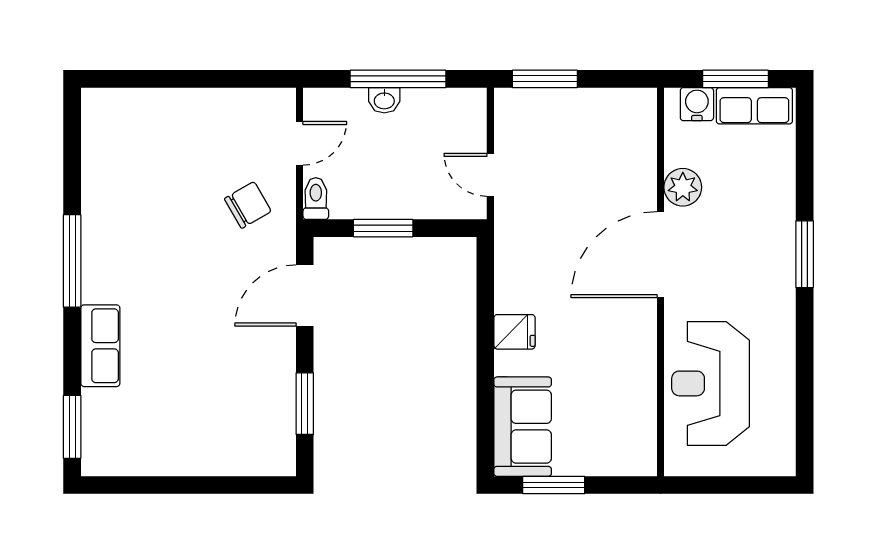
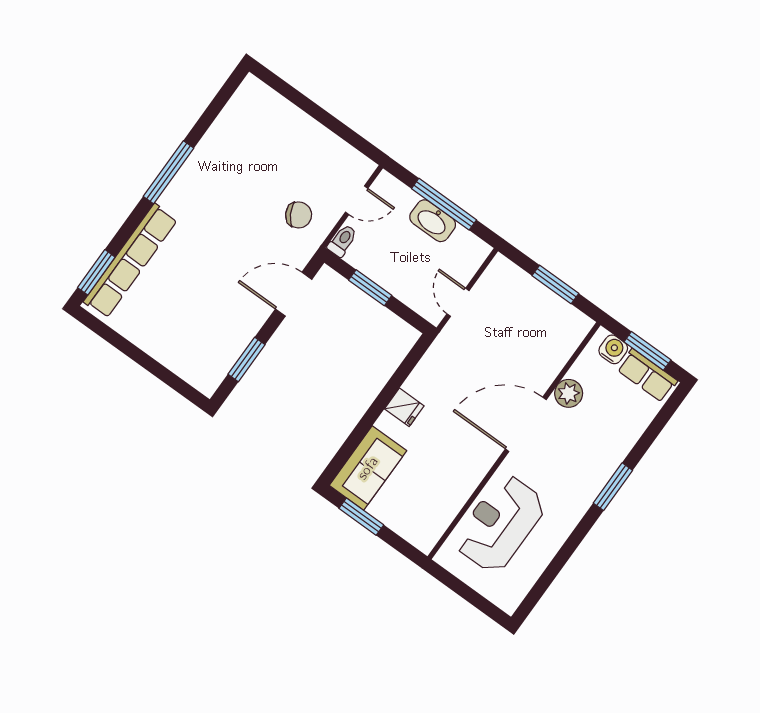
window: (545, 79) -> (555, 284), moved
washbasin: (384, 100) -> (433, 221), width x1.91, depth x1.45
row of seats: (100, 346) -> (130, 261), width x2.02

